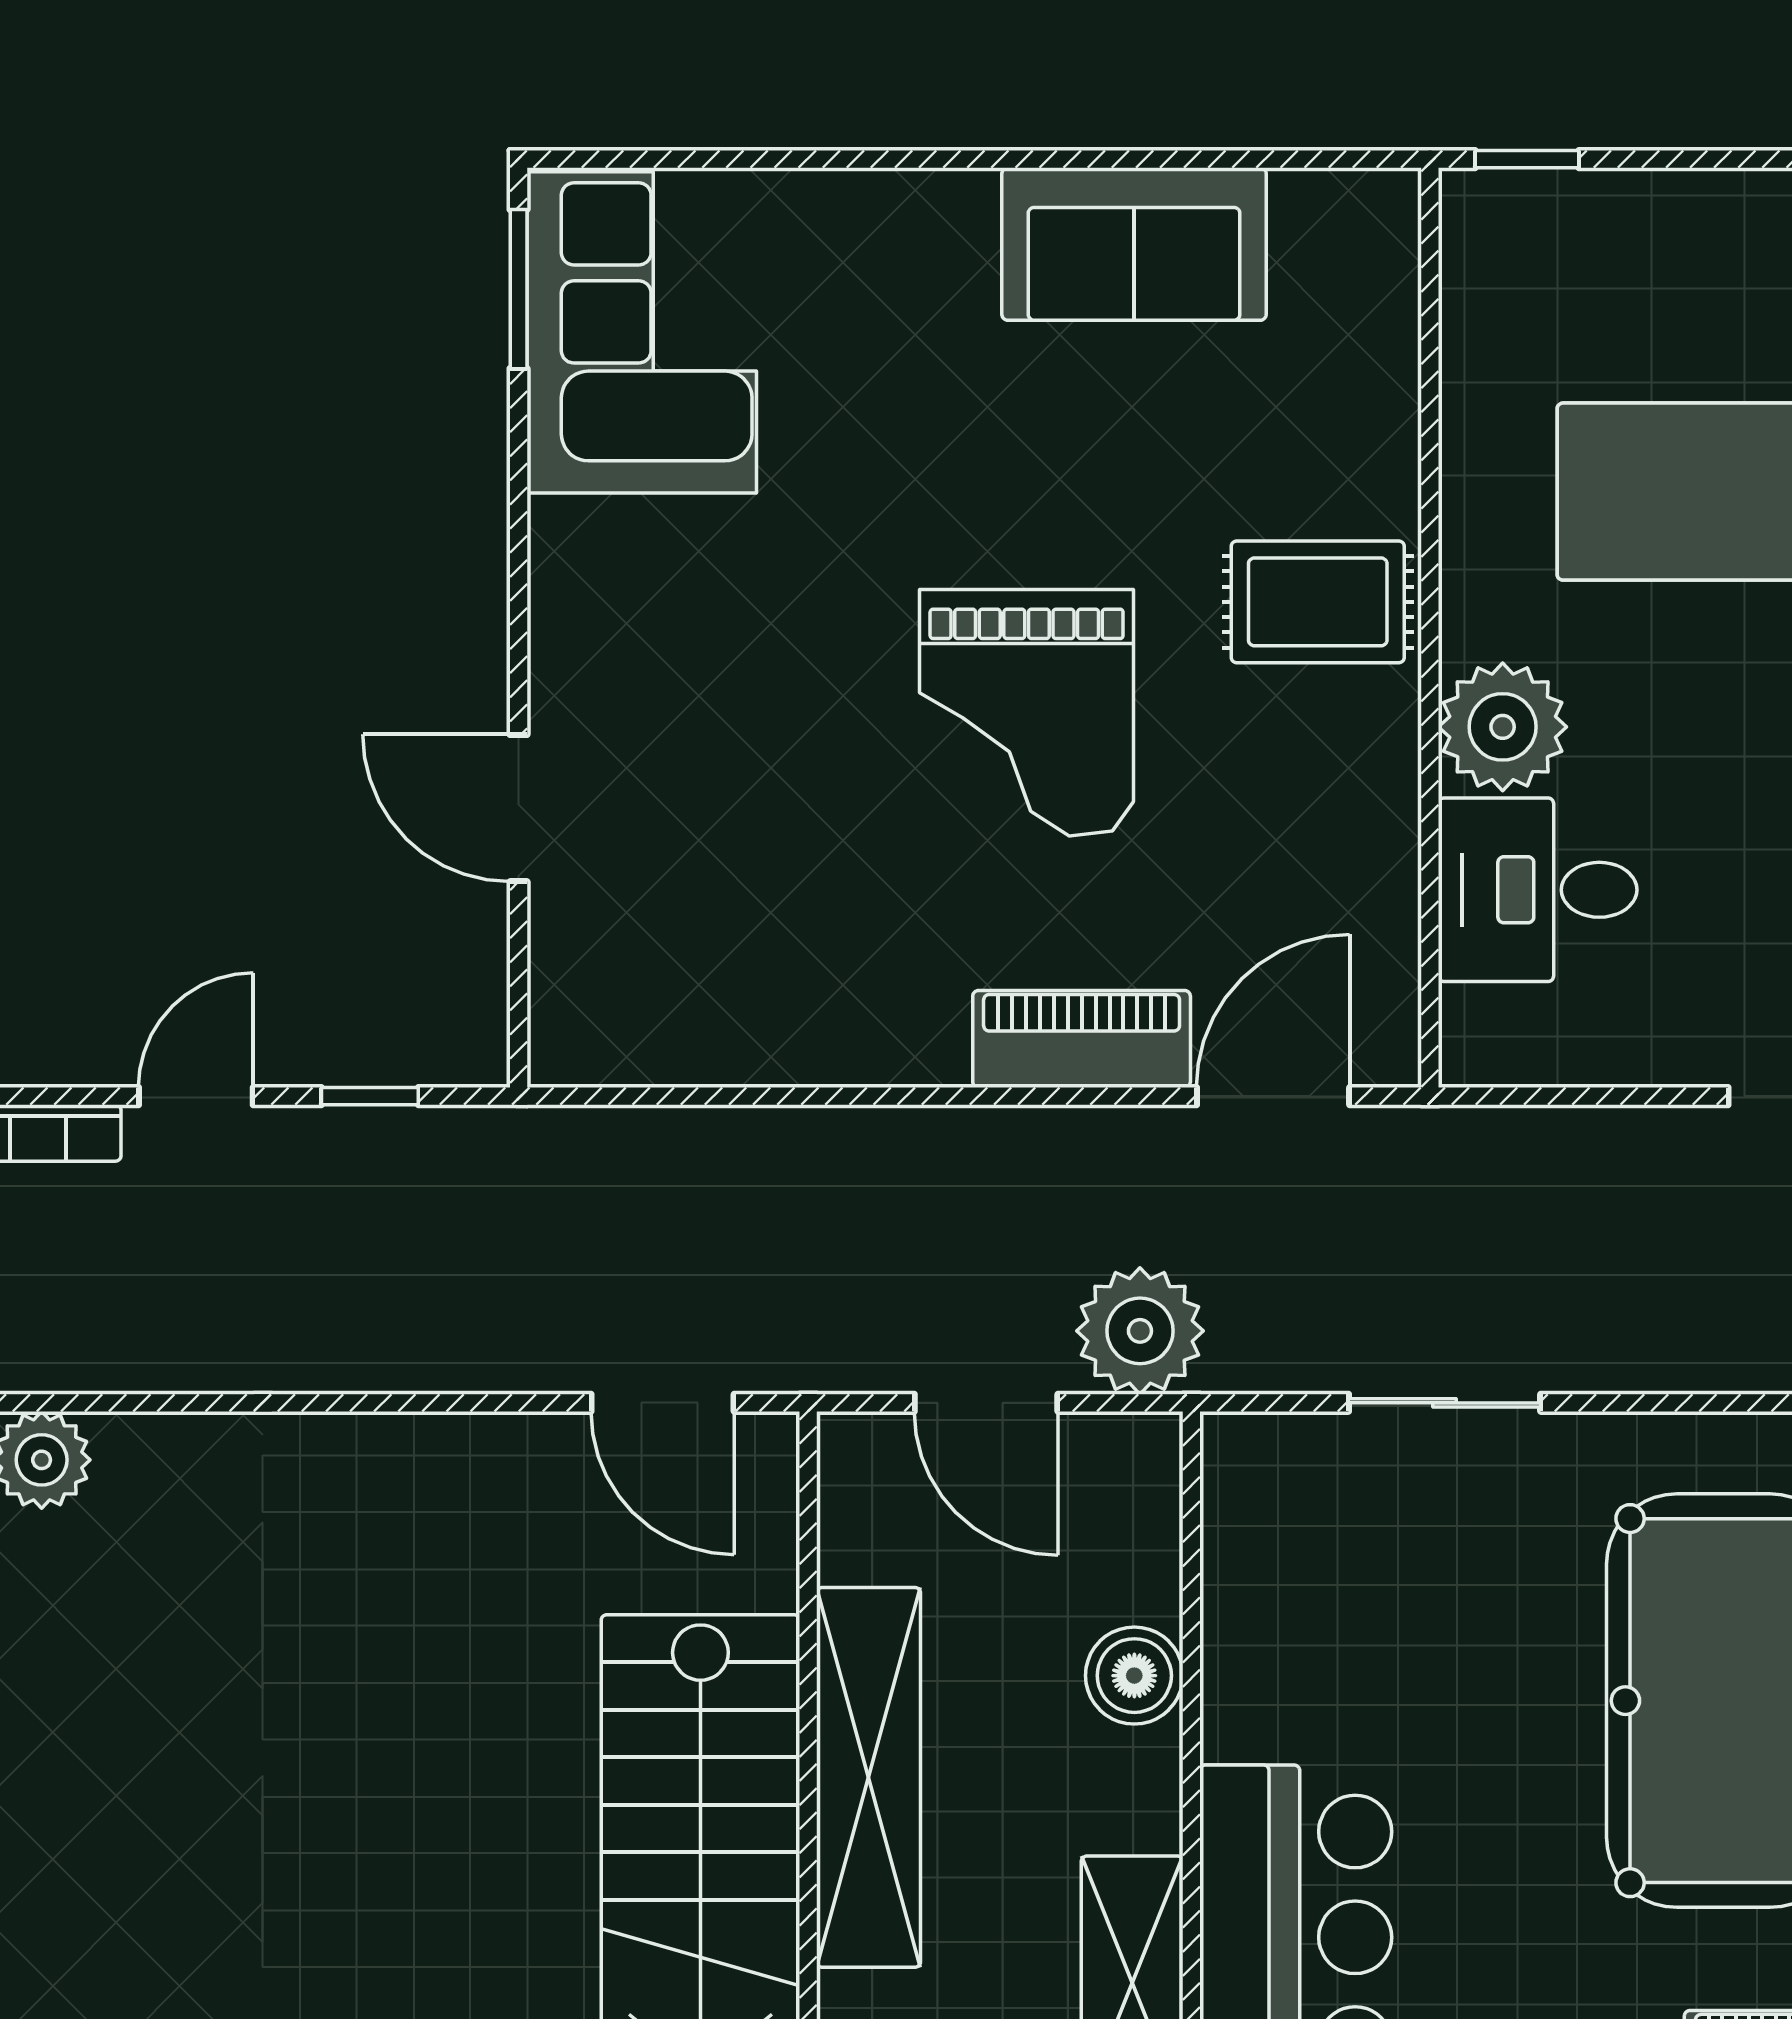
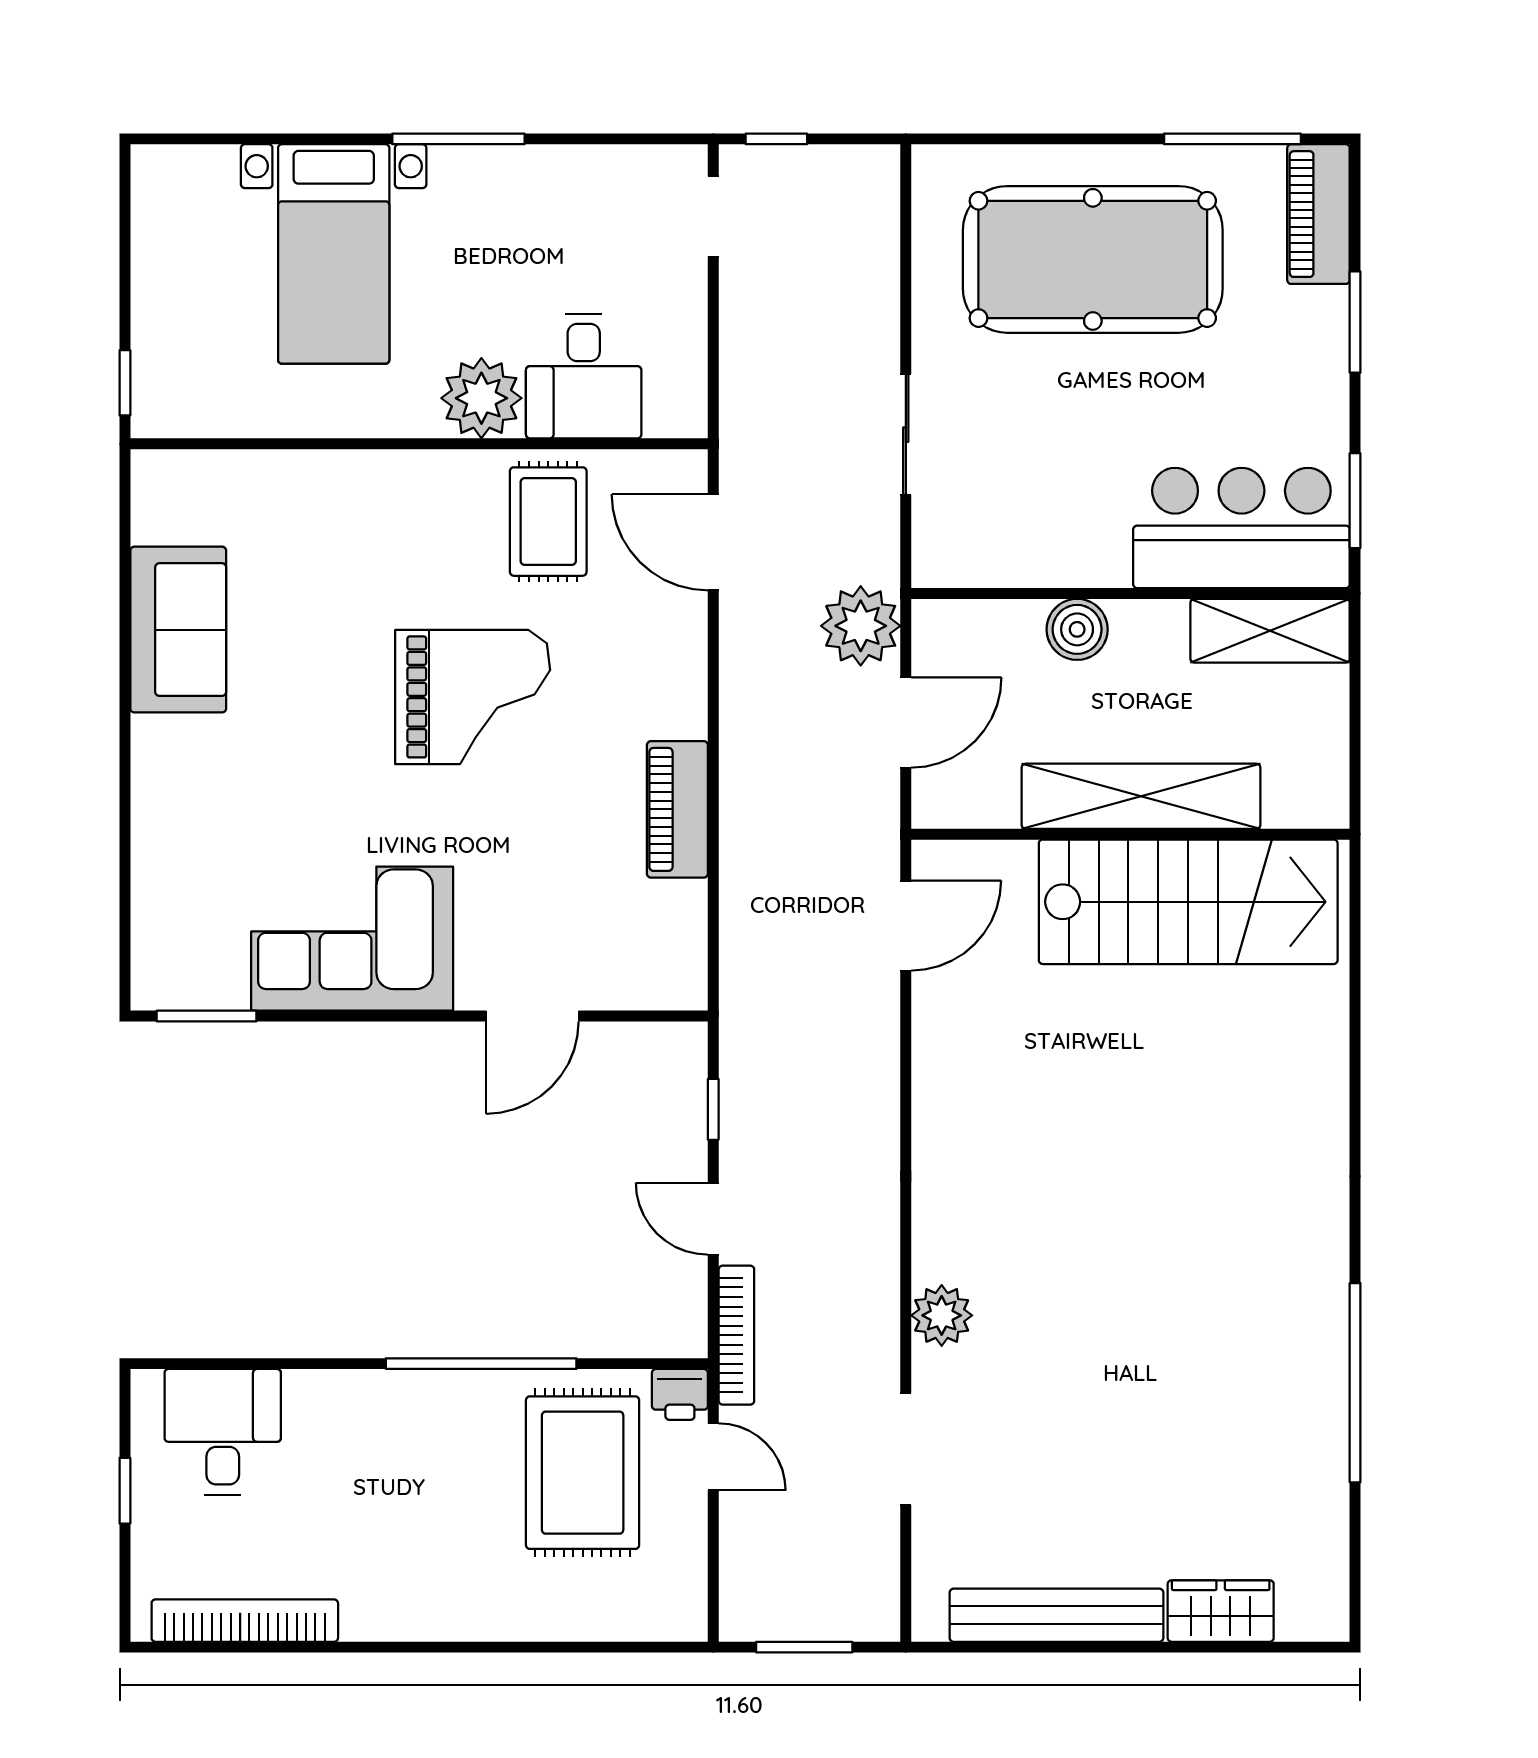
corner sofa: (642, 332) -> (352, 939), moved
rug: (1318, 602) -> (548, 522), moved
piano: (1082, 1039) -> (677, 809), moved

